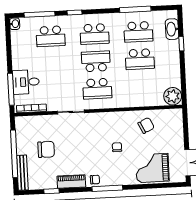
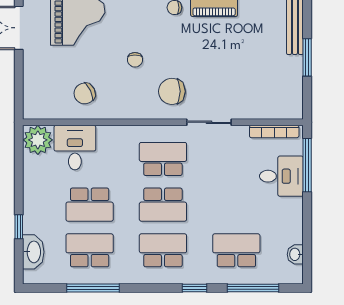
washbasin: (15, 24) -> (295, 254), moved
school desk: (140, 59) -> (90, 205), turned 180
desk: (150, 93) -> (75, 148), added
chair: (46, 149) -> (172, 91), moved
window: (14, 154) -> (307, 57), width x0.47

